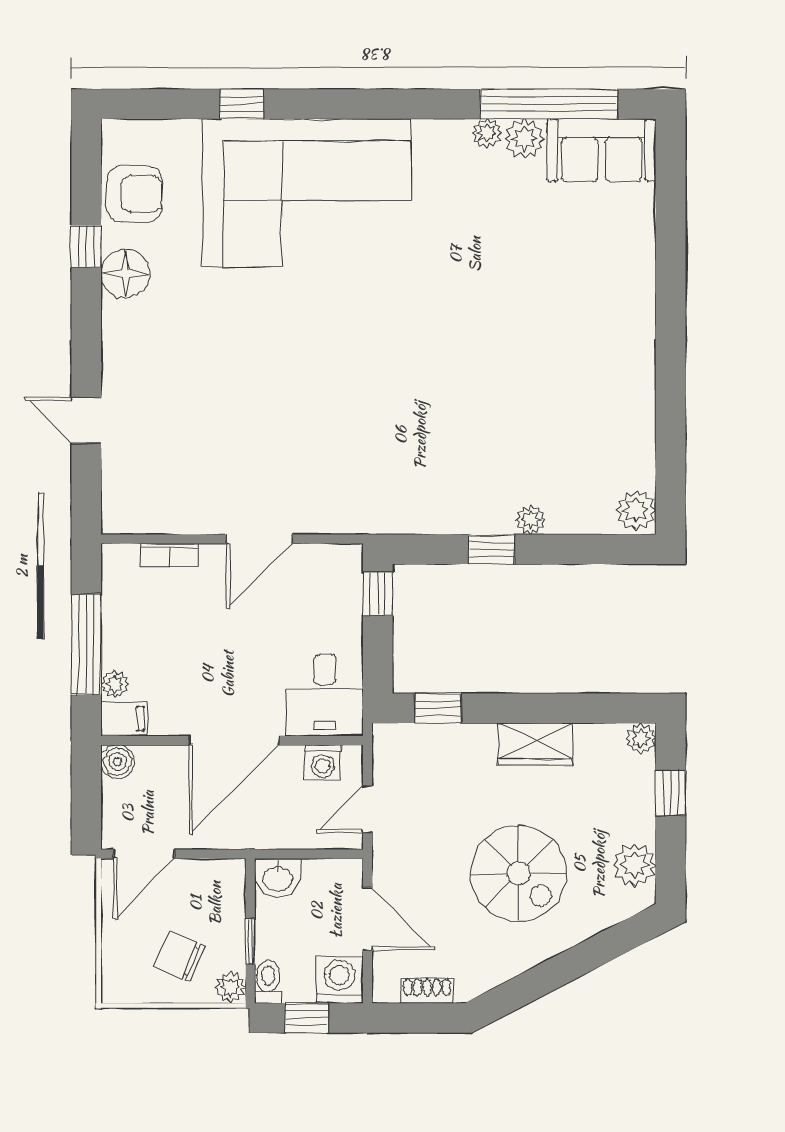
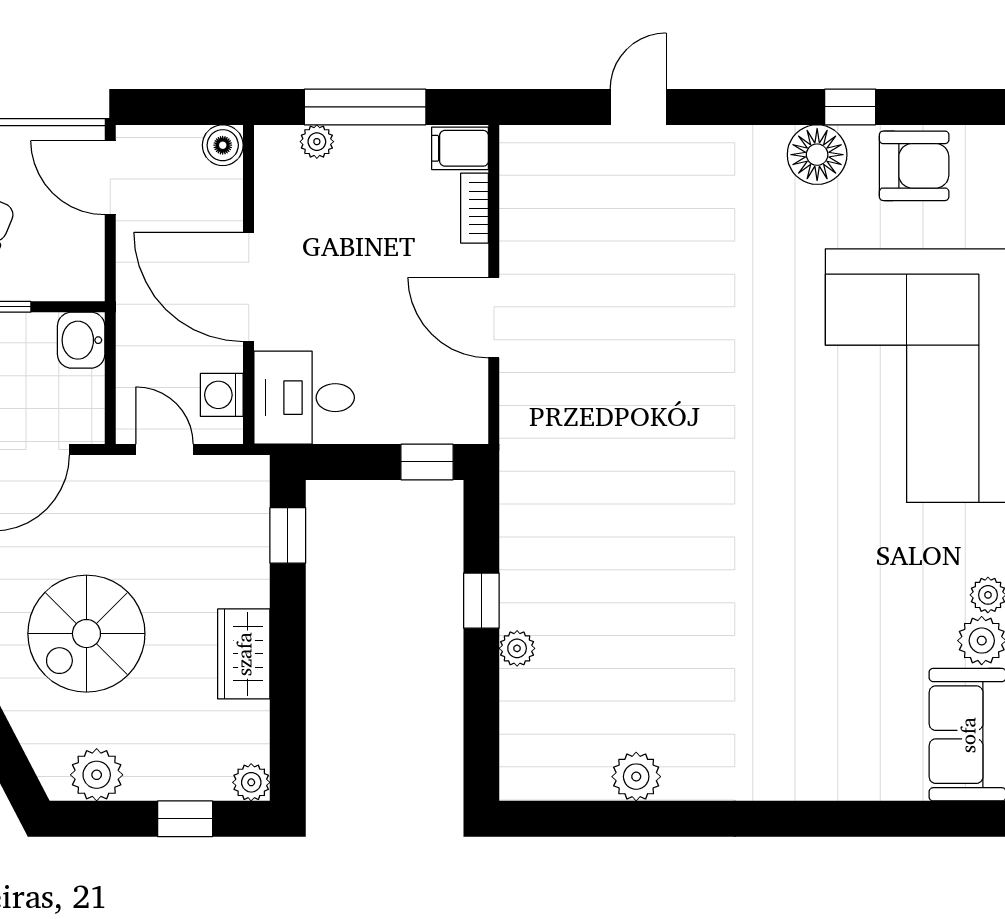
armchair: (135, 194) -> (914, 166), turned -90
plant: (636, 510) -> (636, 777), moved
filing cabinet: (124, 719) -> (460, 148), moved, turned 90

